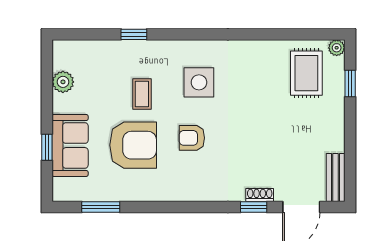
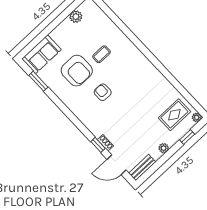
window: (134, 34) -> (123, 28), removed
side table: (199, 82) -> (129, 74), removed
plant: (336, 127) -> (164, 148), added
sofa: (70, 145) -> (42, 54), moved
window: (47, 147) -> (42, 35), removed

